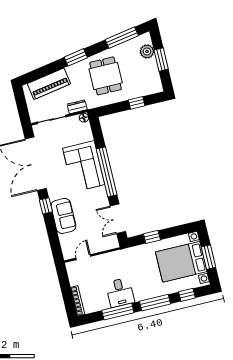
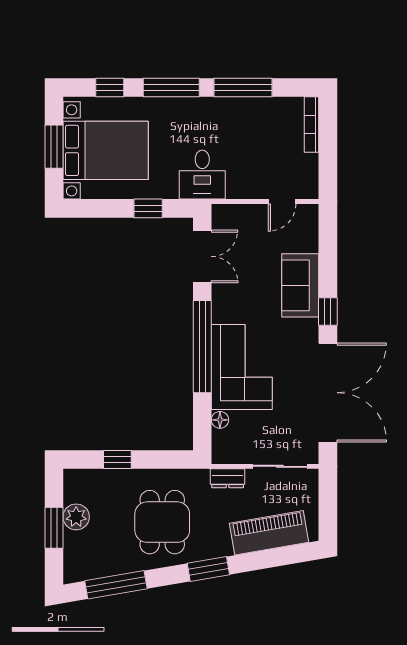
plant: (147, 51) -> (76, 517), moved
floor lamp: (84, 118) -> (220, 420), moved
desk: (120, 292) -> (202, 175), moved, turned 180

